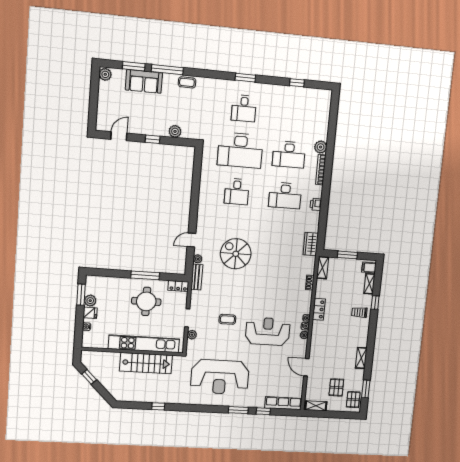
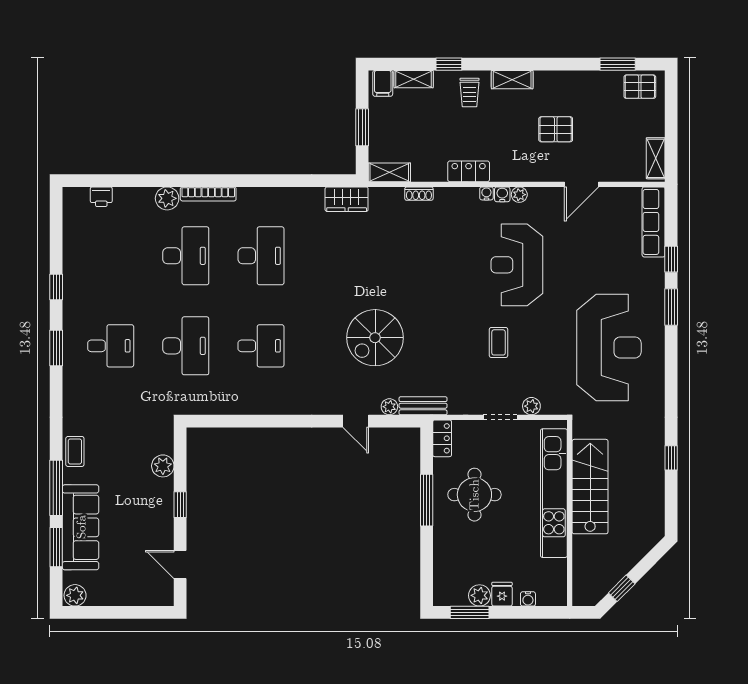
sofa: (144, 81) -> (81, 527), width x1.36
window: (297, 83) -> (56, 287), moved
desk: (240, 150) -> (186, 346), width x0.73, depth x0.77
printer: (316, 204) -> (101, 197), moved
shelving: (361, 358) -> (512, 80), moved
pallet: (336, 387) -> (556, 129), moved

